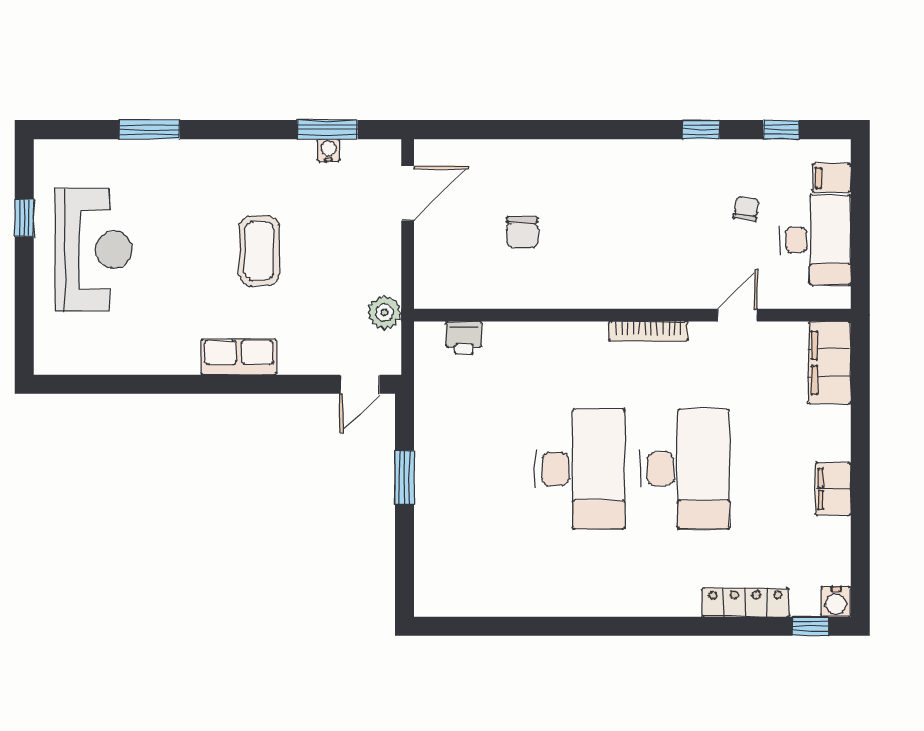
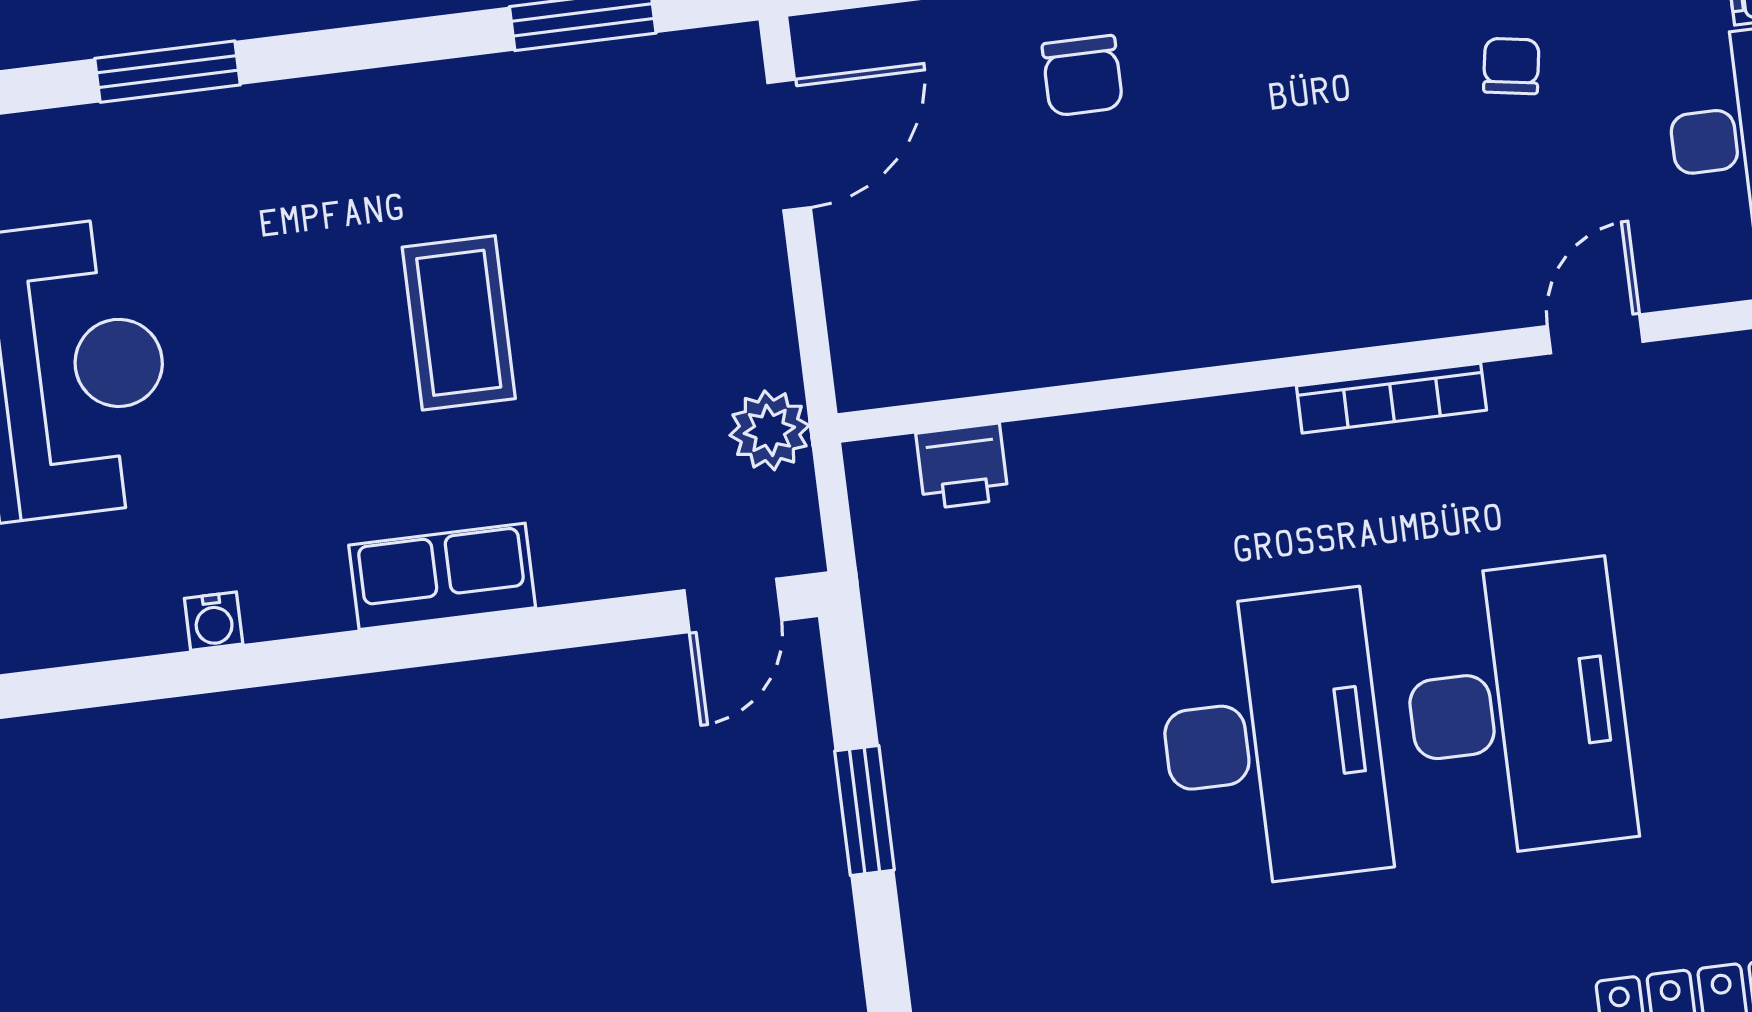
water cooler: (329, 150) -> (214, 621), moved, turned 180
chair: (746, 209) -> (1511, 66), moved
chair: (522, 232) -> (1082, 76), moved

